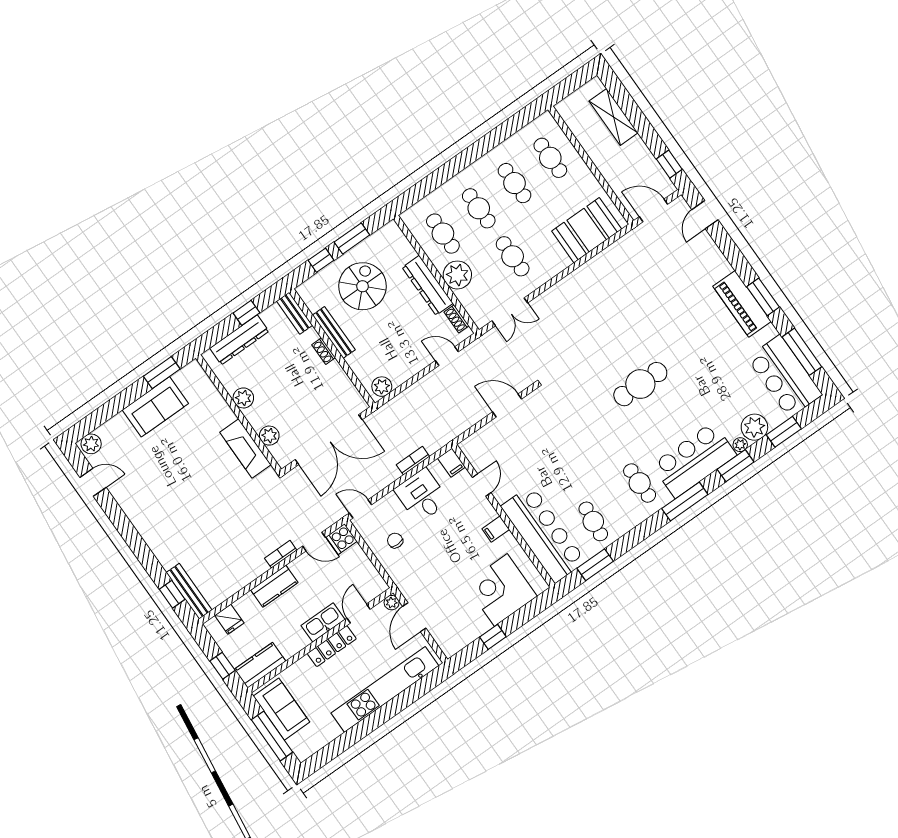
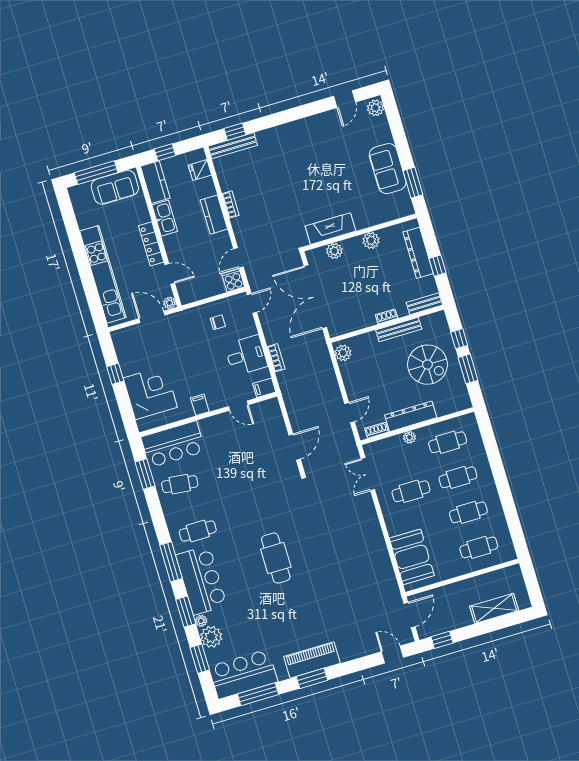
plant: (457, 275) -> (409, 437), width x0.53, depth x0.53
bar counter: (543, 534) -> (173, 444), width x0.73
bookcase: (281, 554) -> (231, 204), moved
kitchen sink: (323, 622) -> (165, 218), moved

